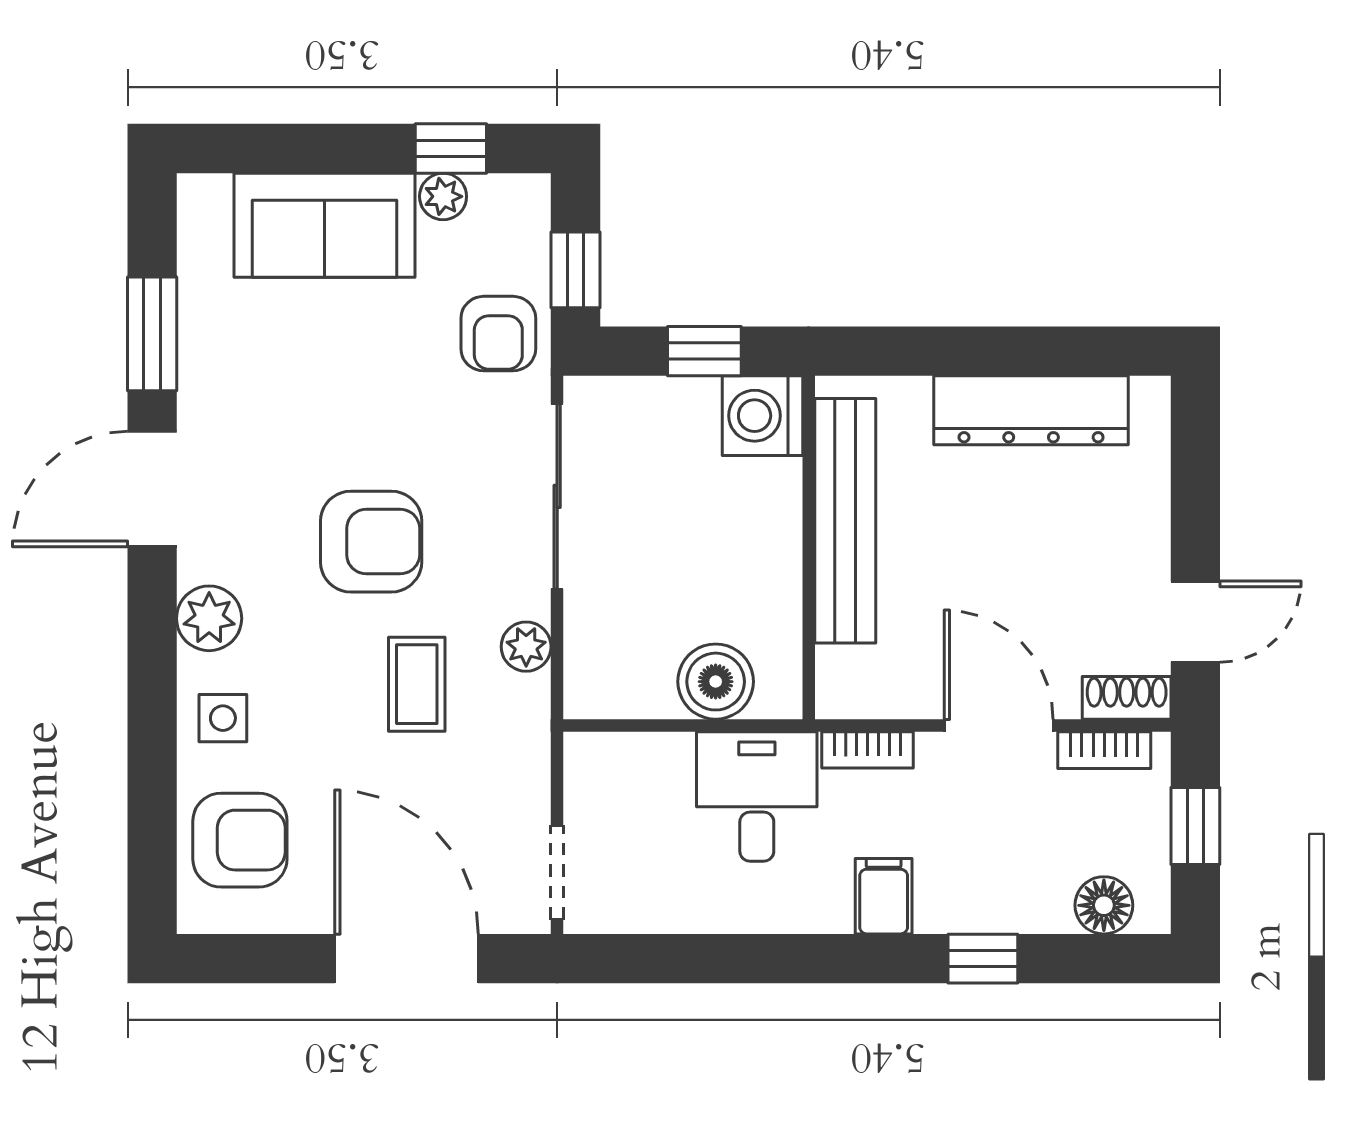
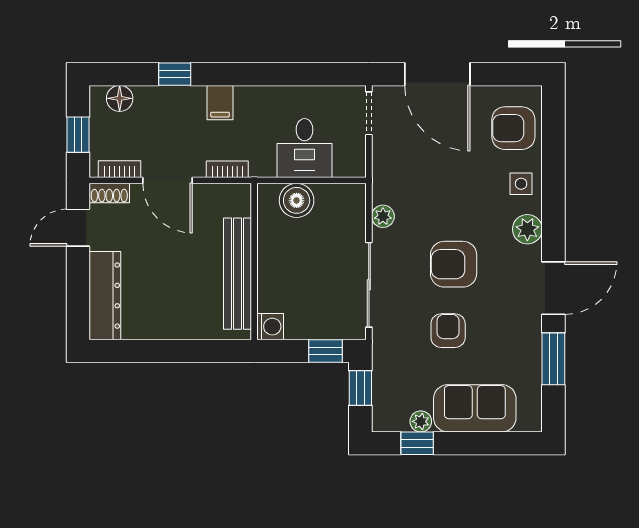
armchair: (498, 334) -> (448, 331), moved
window: (704, 351) -> (325, 351), moved
dresser: (1031, 410) -> (105, 296), moved, turned 90
washing machine: (763, 416) -> (270, 327), width x0.73, depth x0.73
coffee table: (417, 684) -> (433, 199), removed
desk: (757, 796) -> (305, 148), moved

